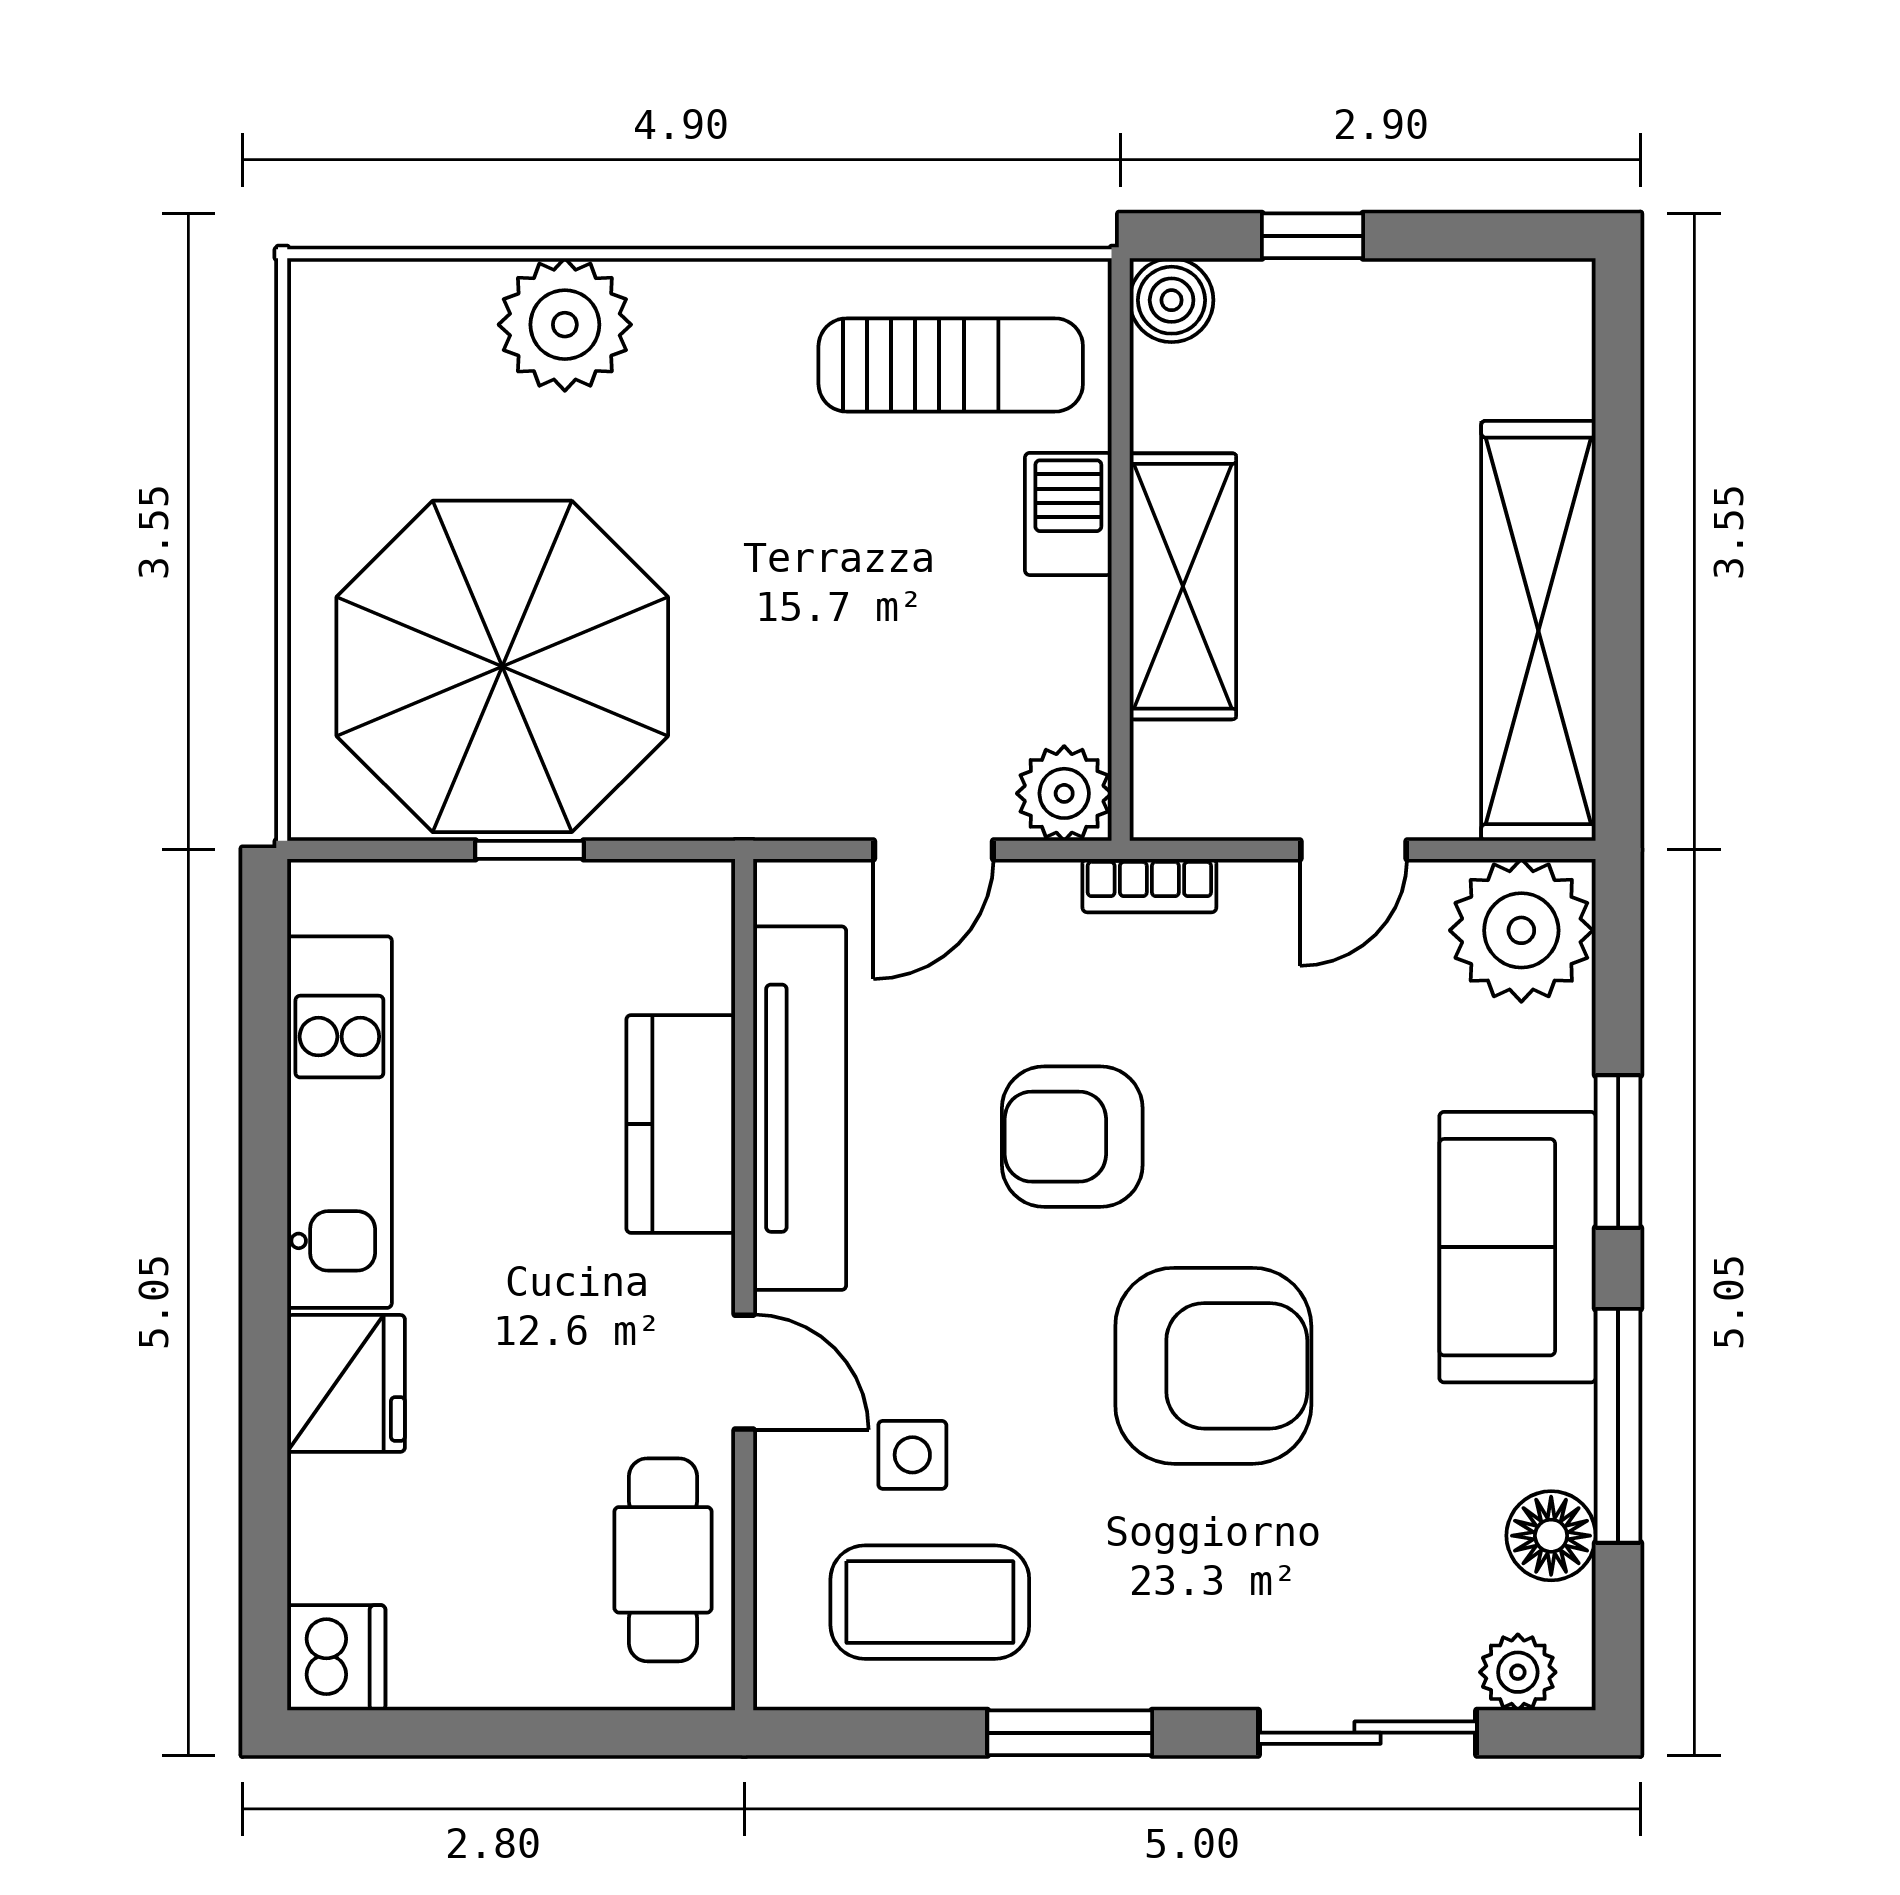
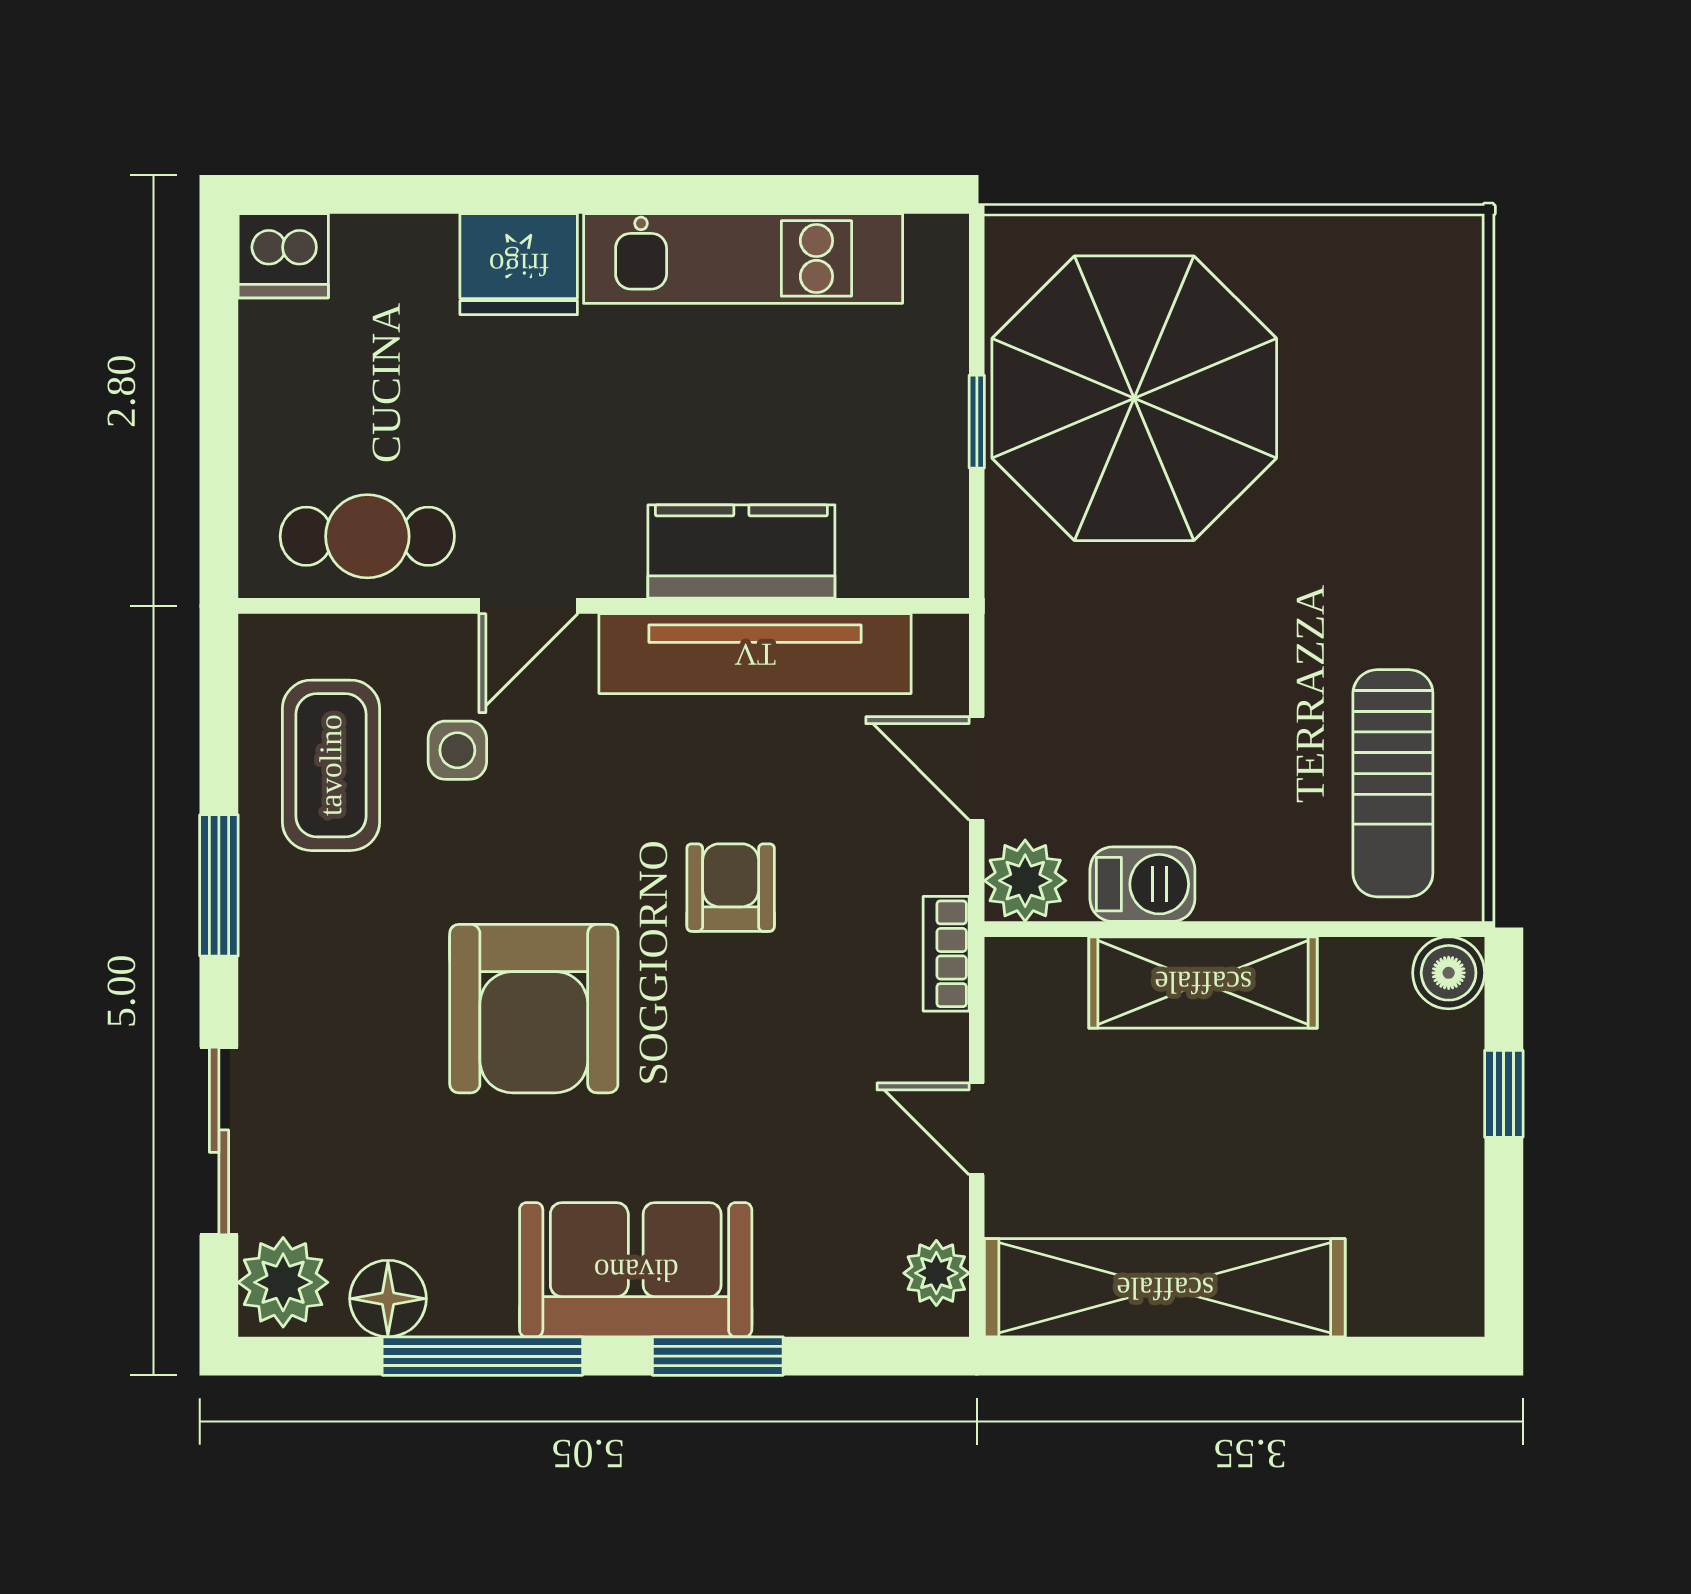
plant: (565, 325) -> (1428, 452), removed
barbecue: (1068, 514) -> (1142, 884), moved
plant: (1521, 930) -> (936, 1273), width x0.53, depth x0.53
armchair: (1072, 1137) -> (731, 888), width x0.72, depth x0.72
plant: (1518, 1672) -> (283, 1282), width x1.38, depth x1.38

